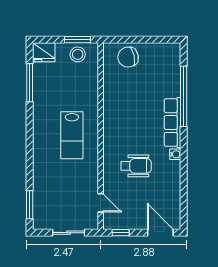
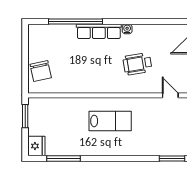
stool: (78, 54) -> (38, 116), removed
wheelchair: (136, 166) -> (137, 64), turned -99
door: (101, 203) -> (170, 95), hinge flipped

